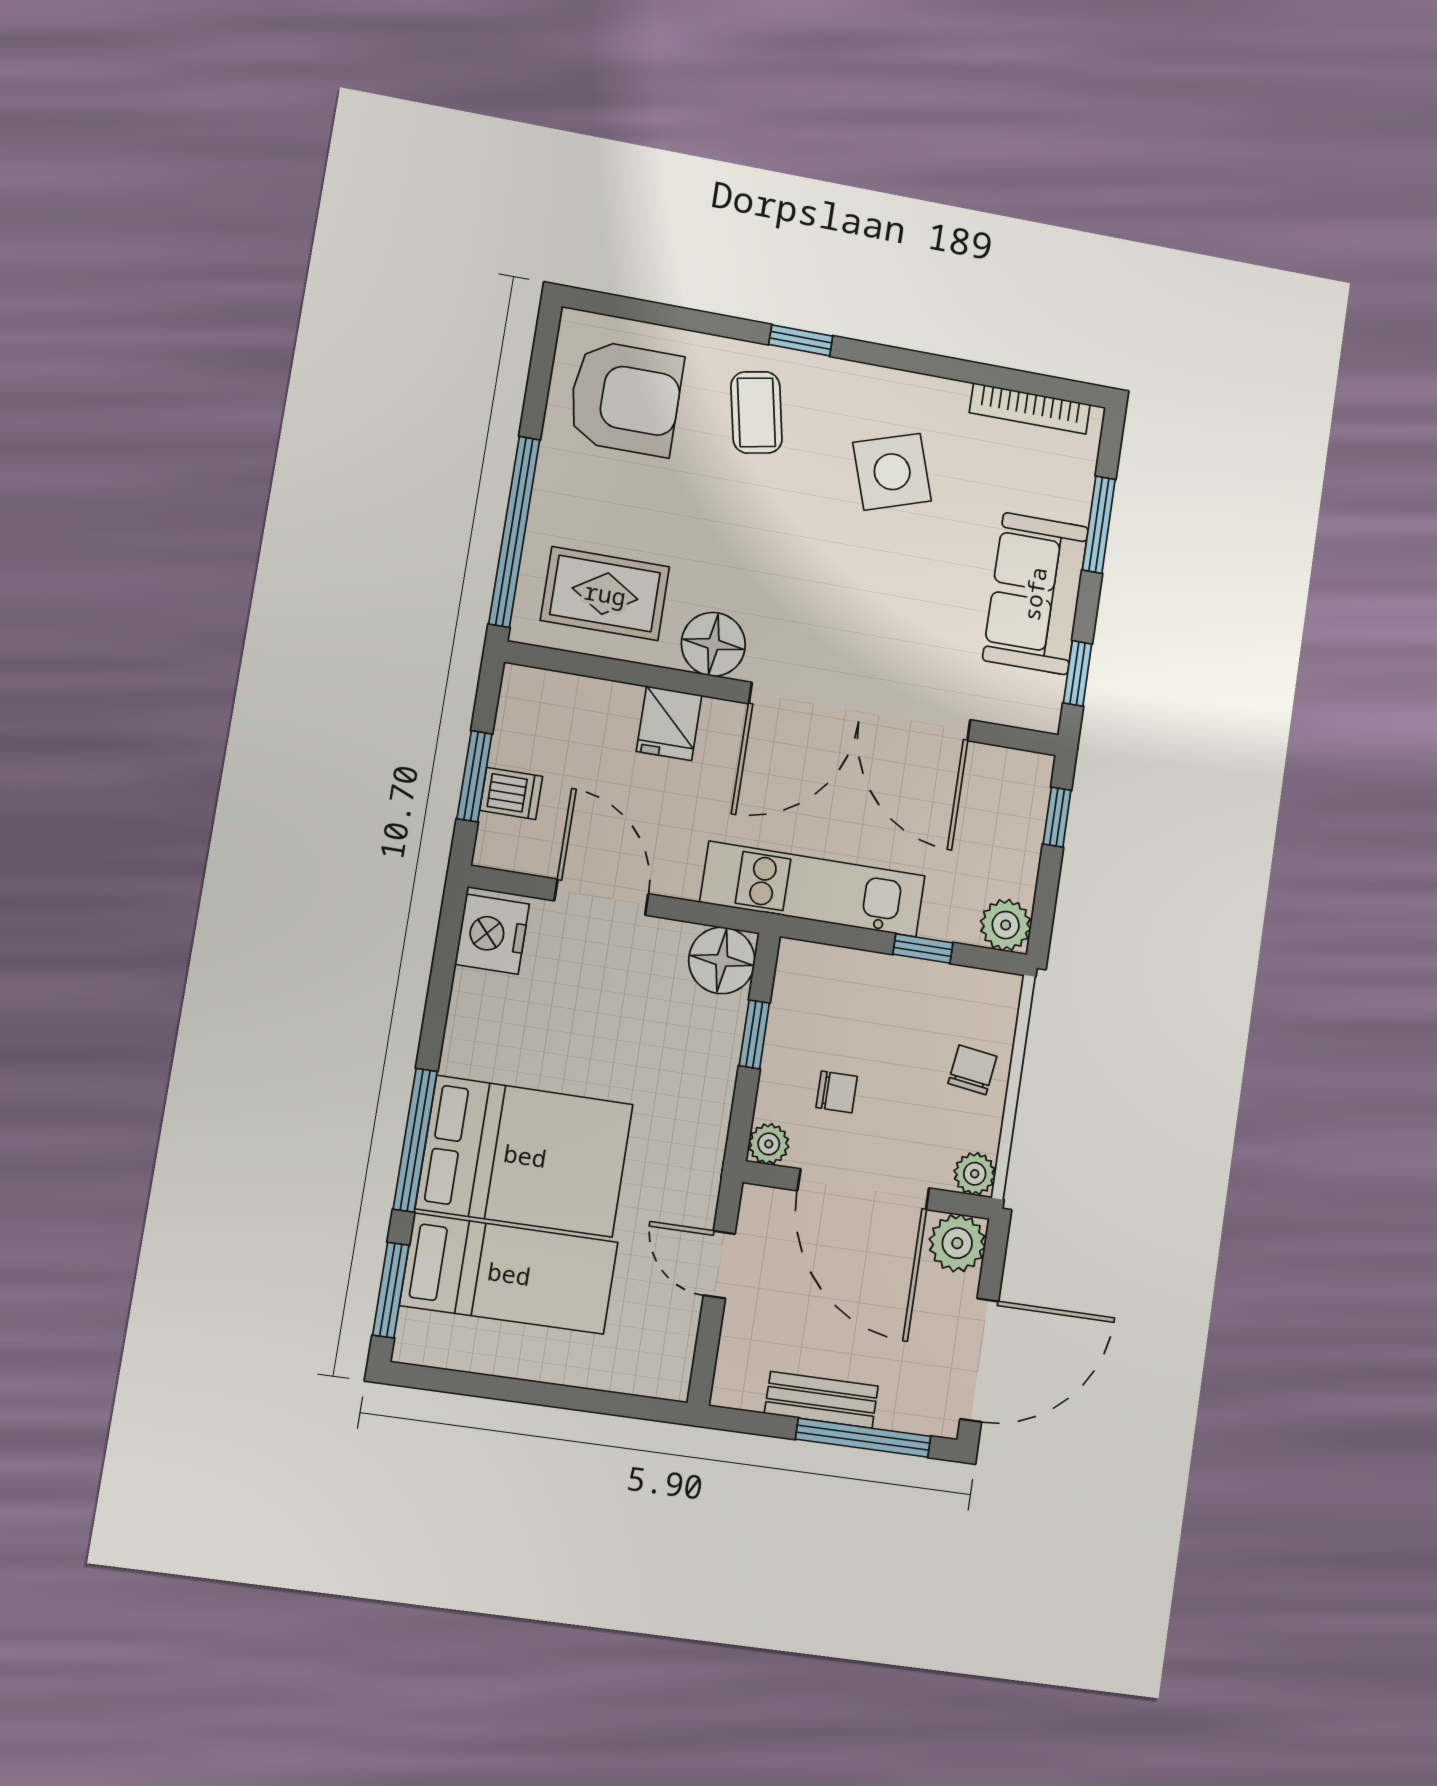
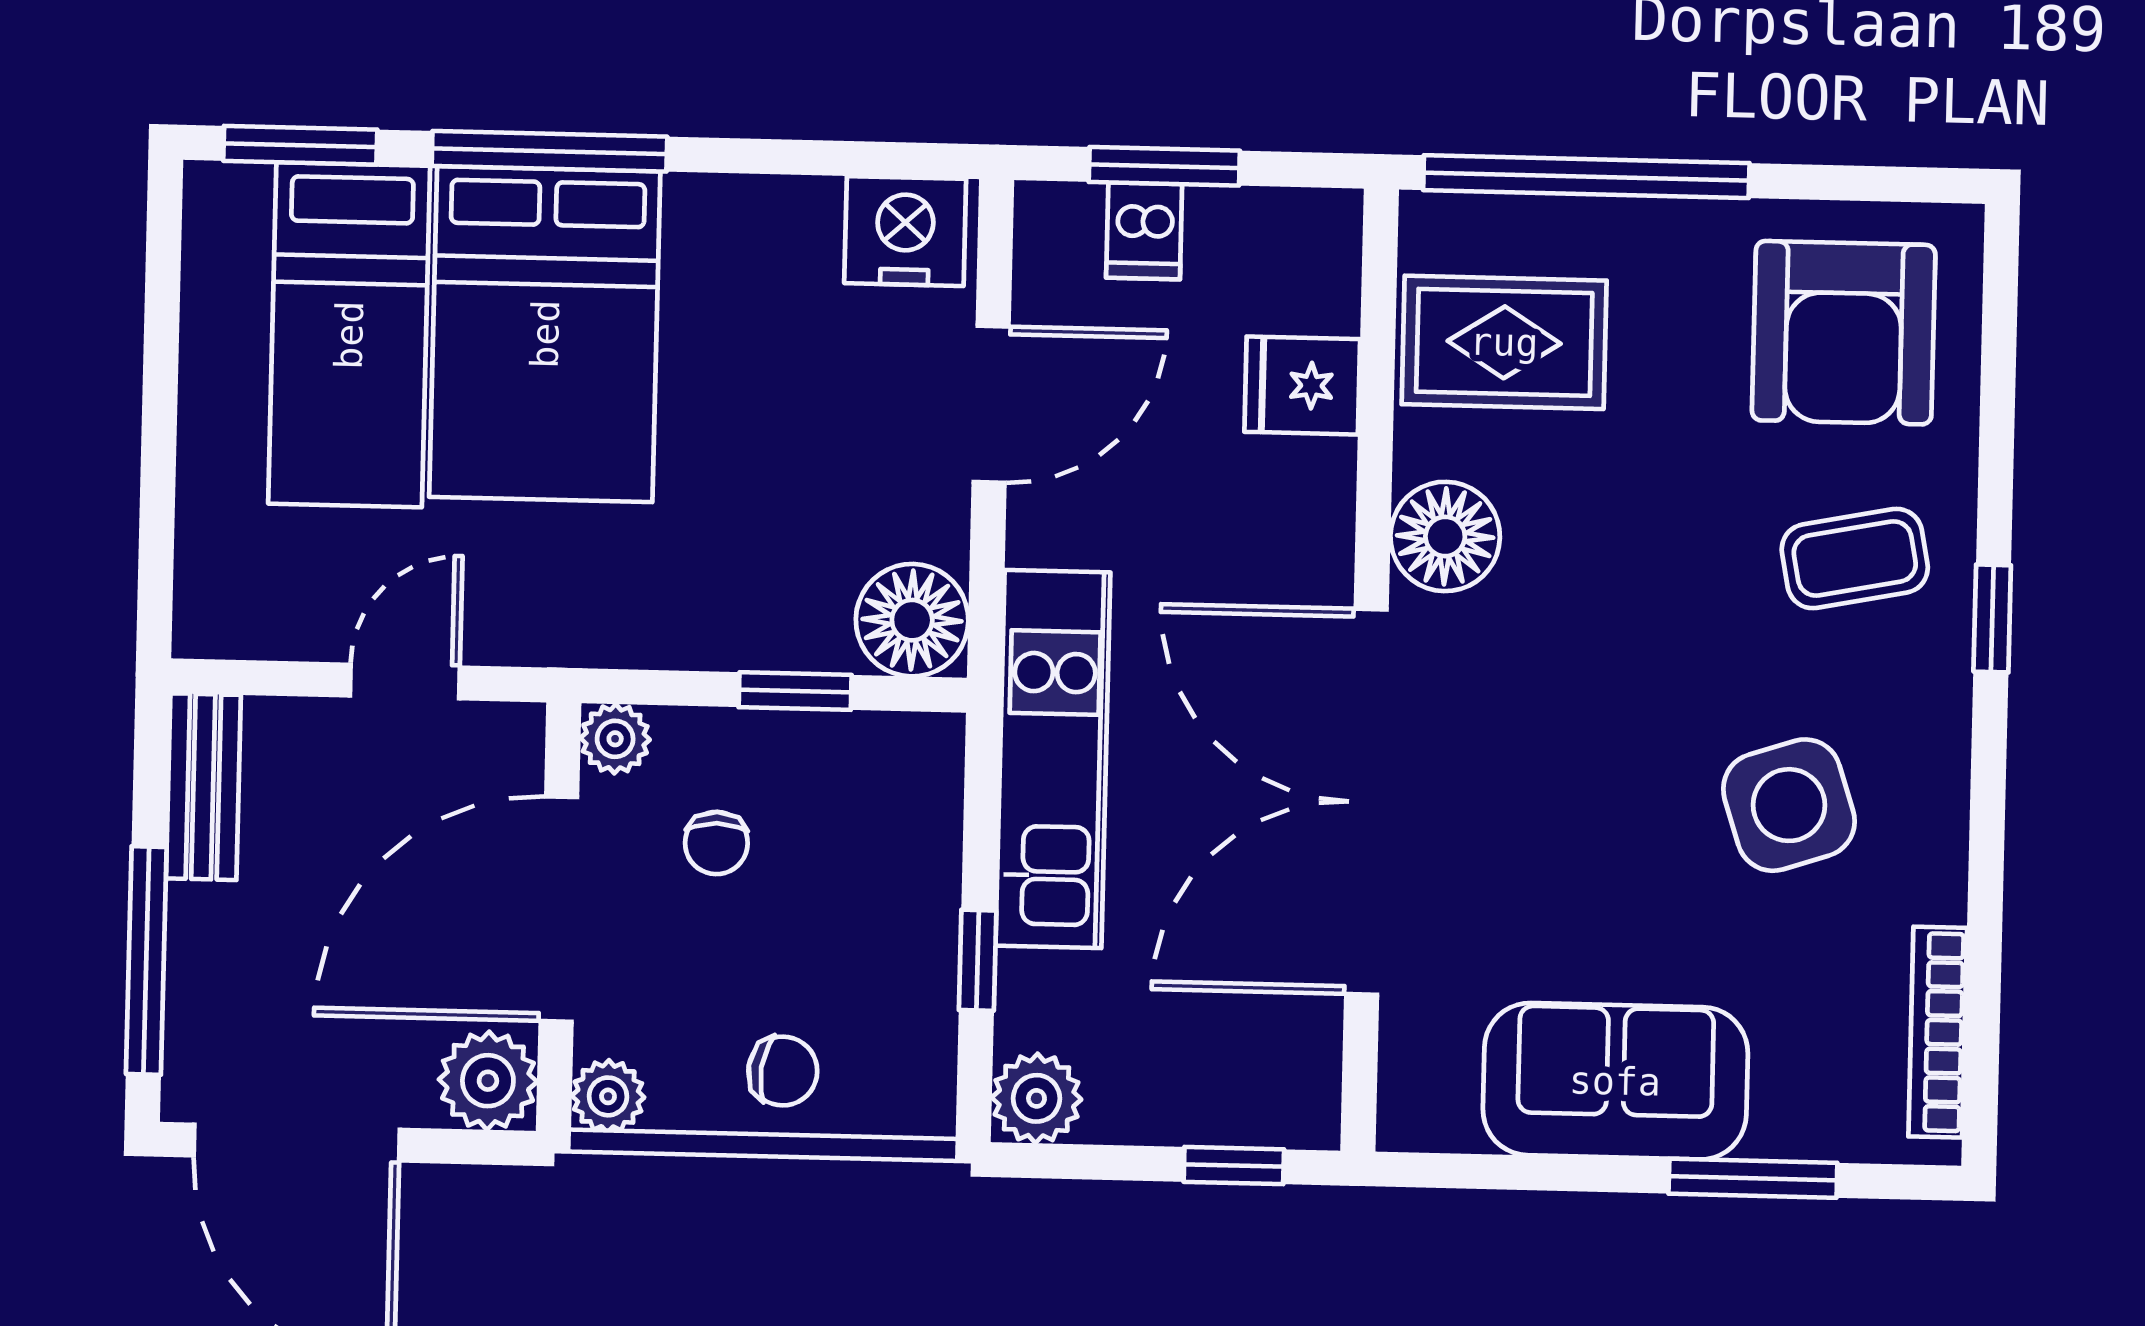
rug: (605, 594) -> (1504, 342), turned 90
window: (1078, 673) -> (1488, 1172), removed
fridge: (669, 723) -> (1302, 385), moved
bench: (821, 1400) -> (203, 787), moved

